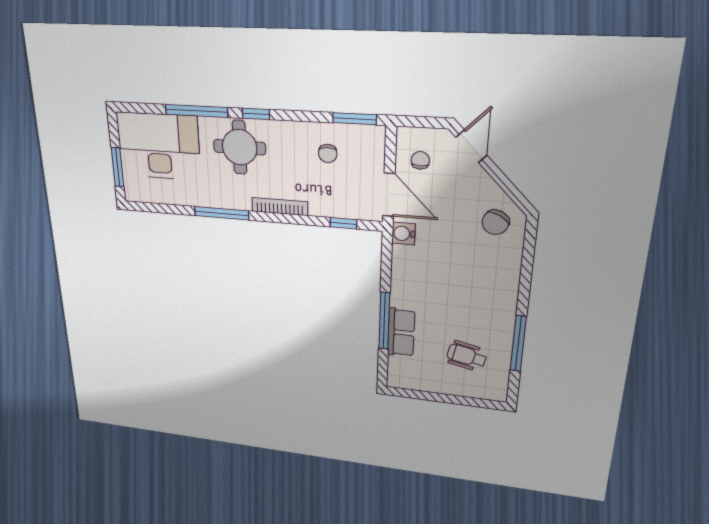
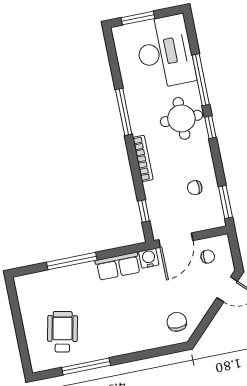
chair: (495, 222) -> (177, 322), turned 63
row of seats: (401, 333) -> (118, 266), moved
wheelchair: (467, 356) -> (62, 332), width x1.36, depth x1.37

